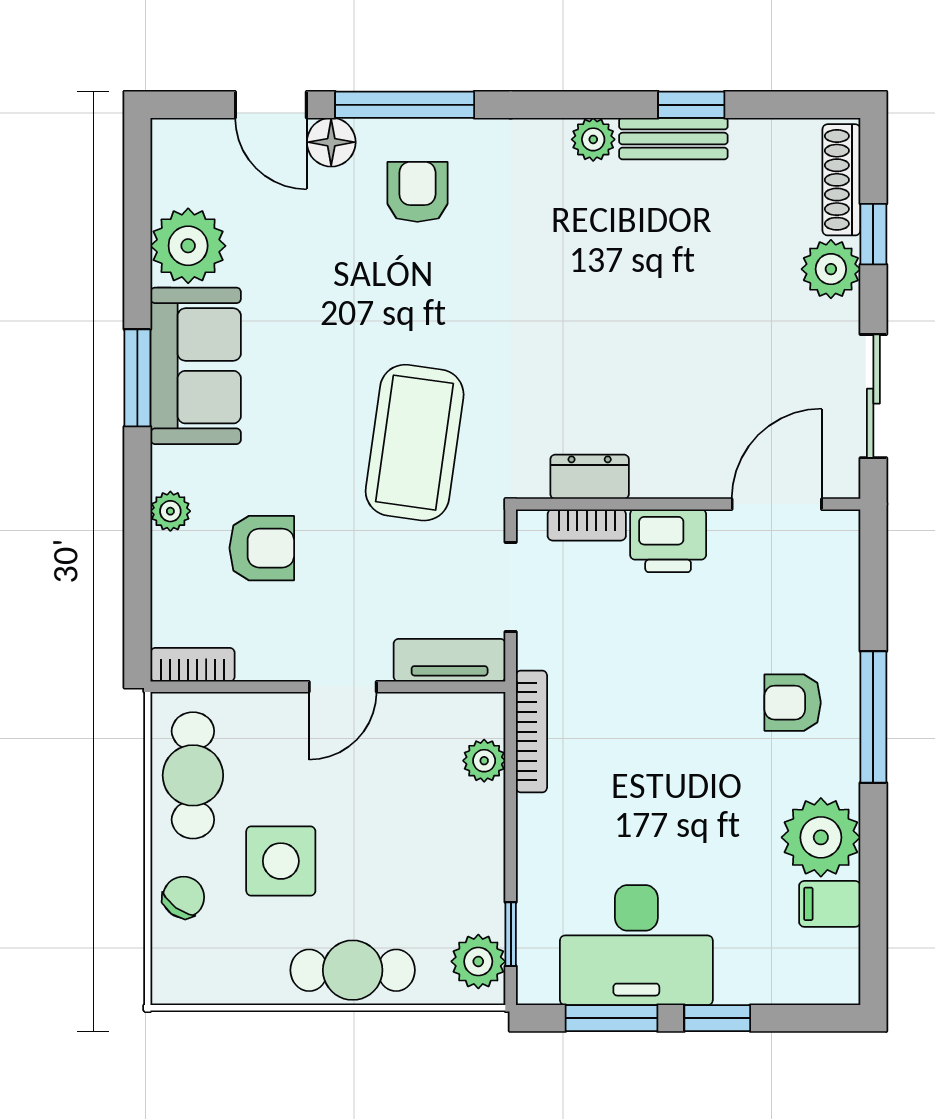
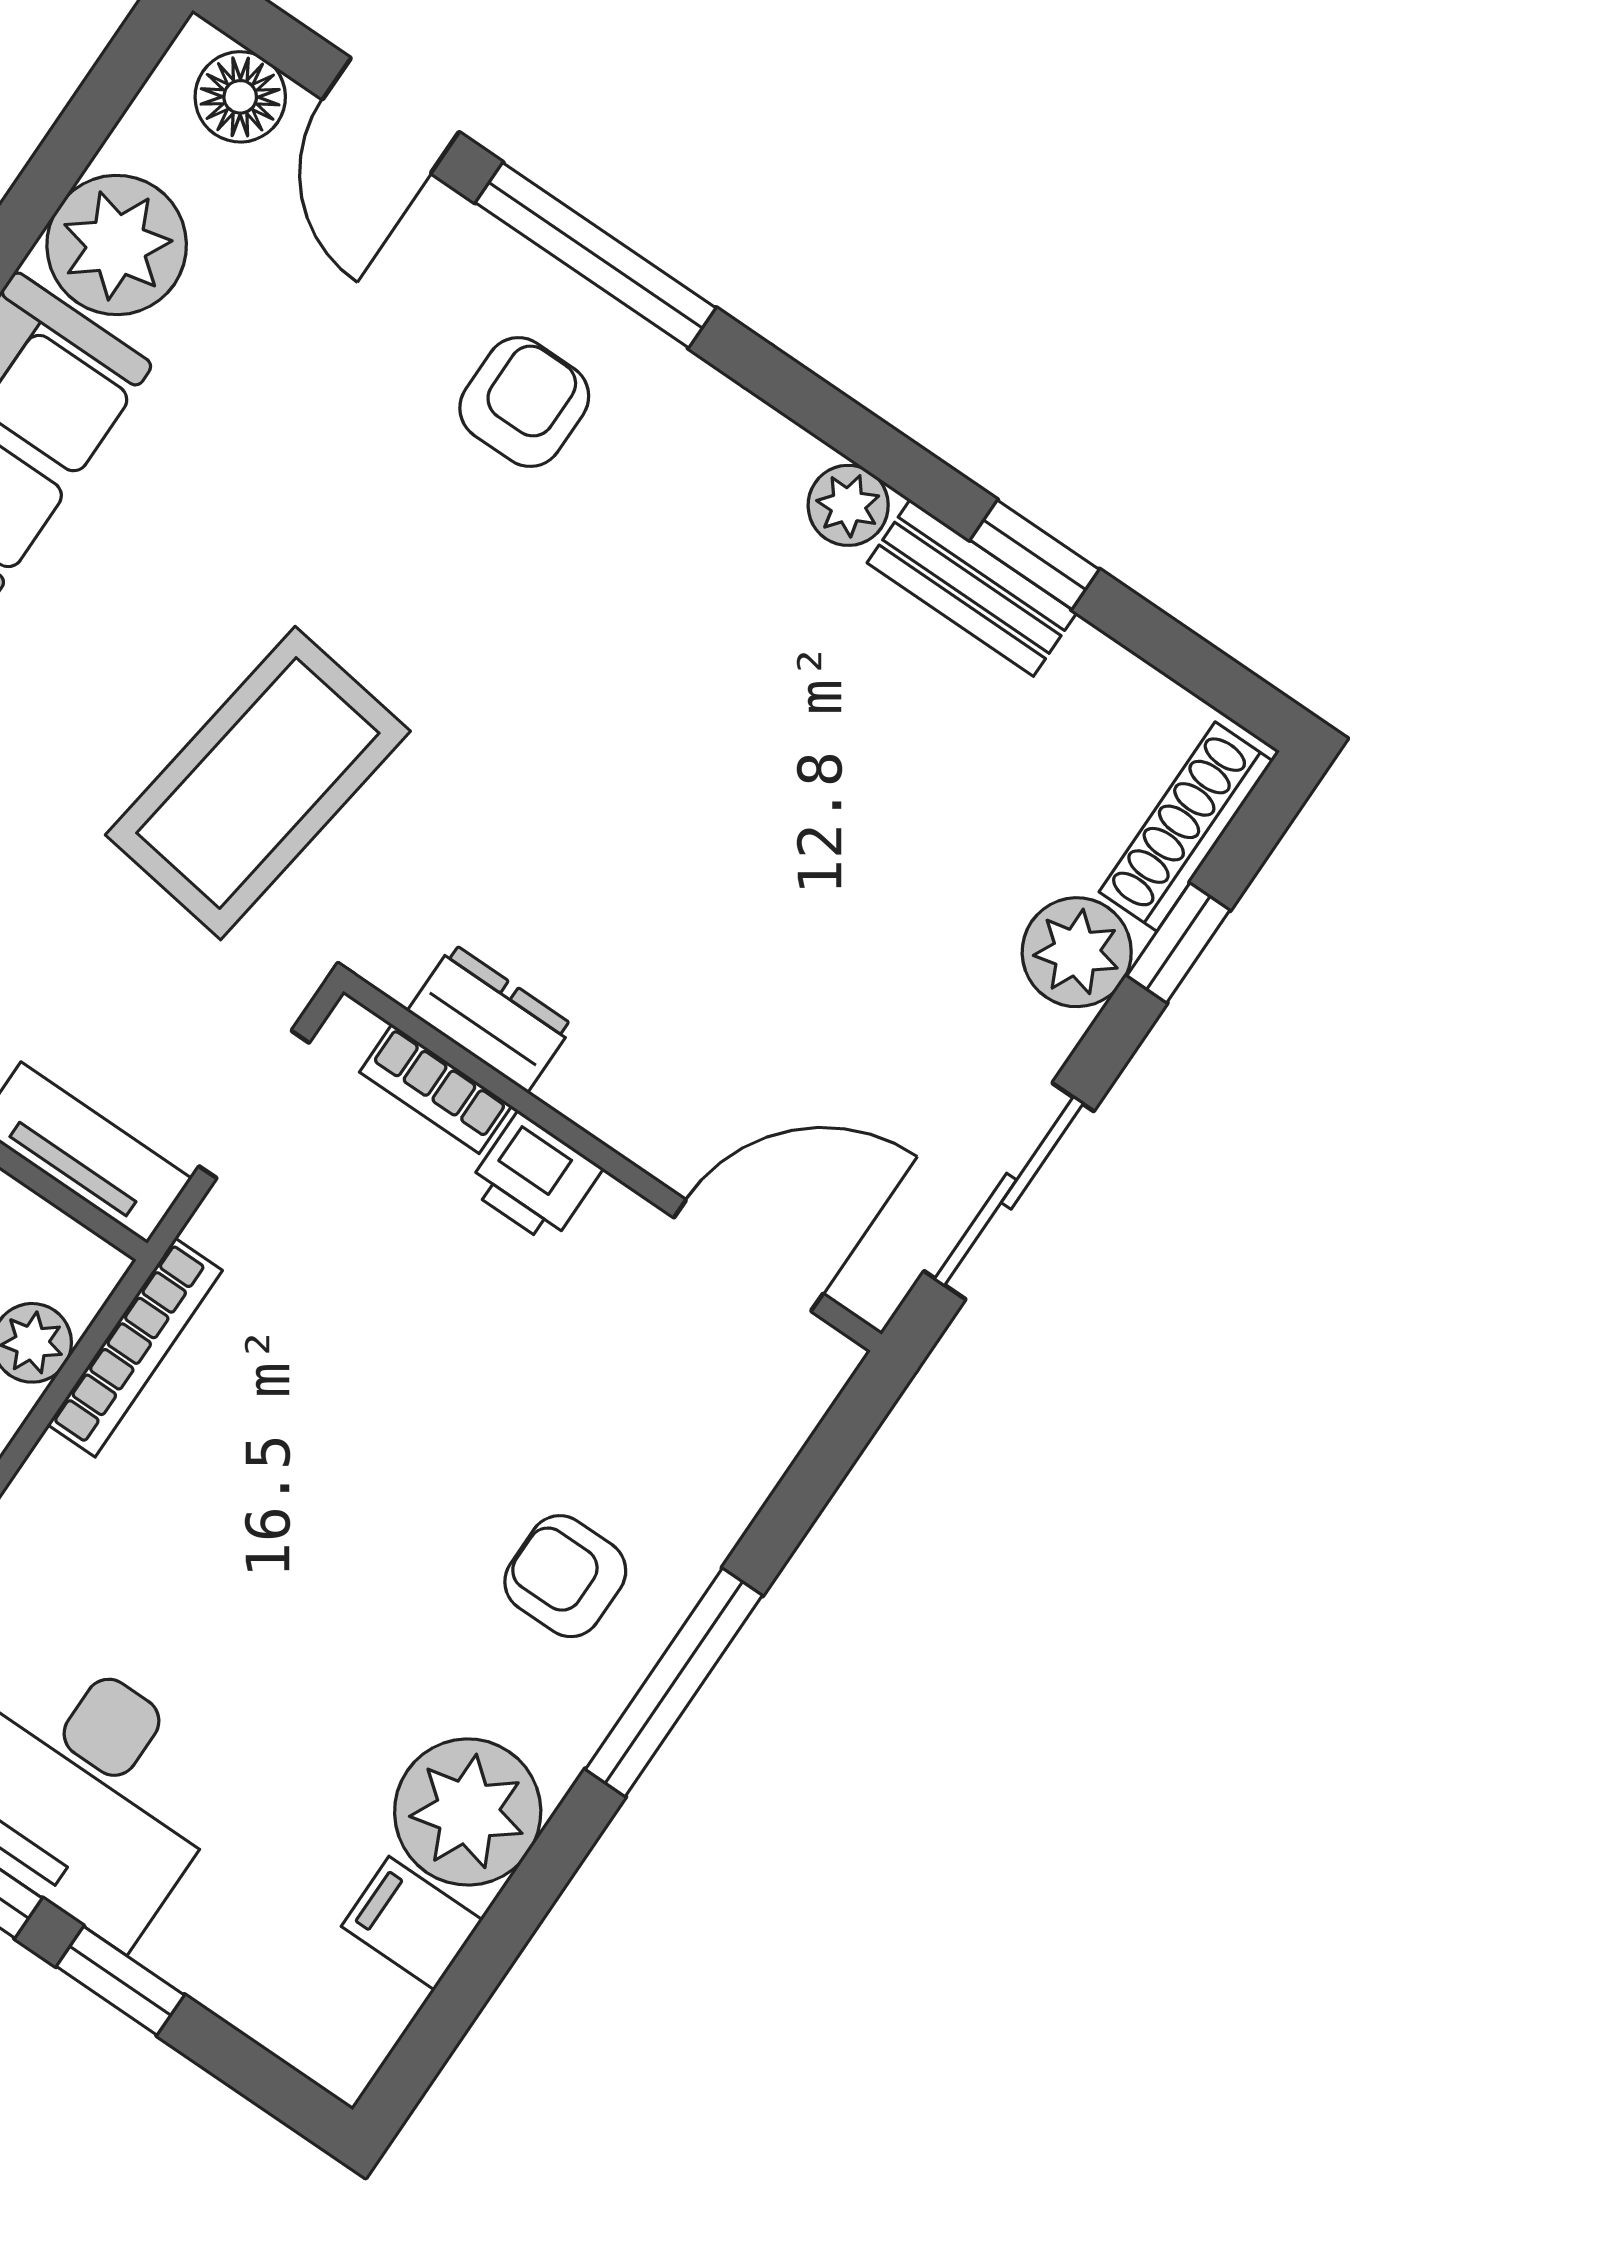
floor lamp: (331, 142) -> (240, 97), moved
printer: (668, 541) -> (534, 1178), width x0.73, depth x0.81

